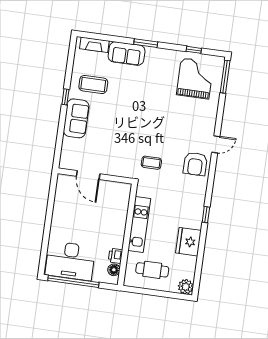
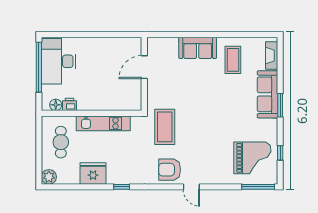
sofa: (127, 54) -> (267, 94), width x1.36
window: (65, 97) -> (217, 35), removed
coffee table: (151, 163) -> (165, 127), width x1.86, depth x1.72

